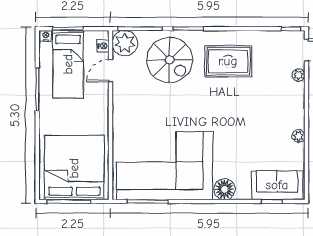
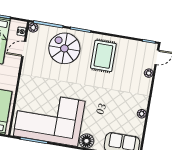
plant: (125, 43) -> (33, 28), width x0.53, depth x0.53
spiral stairs: (170, 60) -> (64, 48), turned 180
rug: (228, 61) -> (103, 56), turned 90

